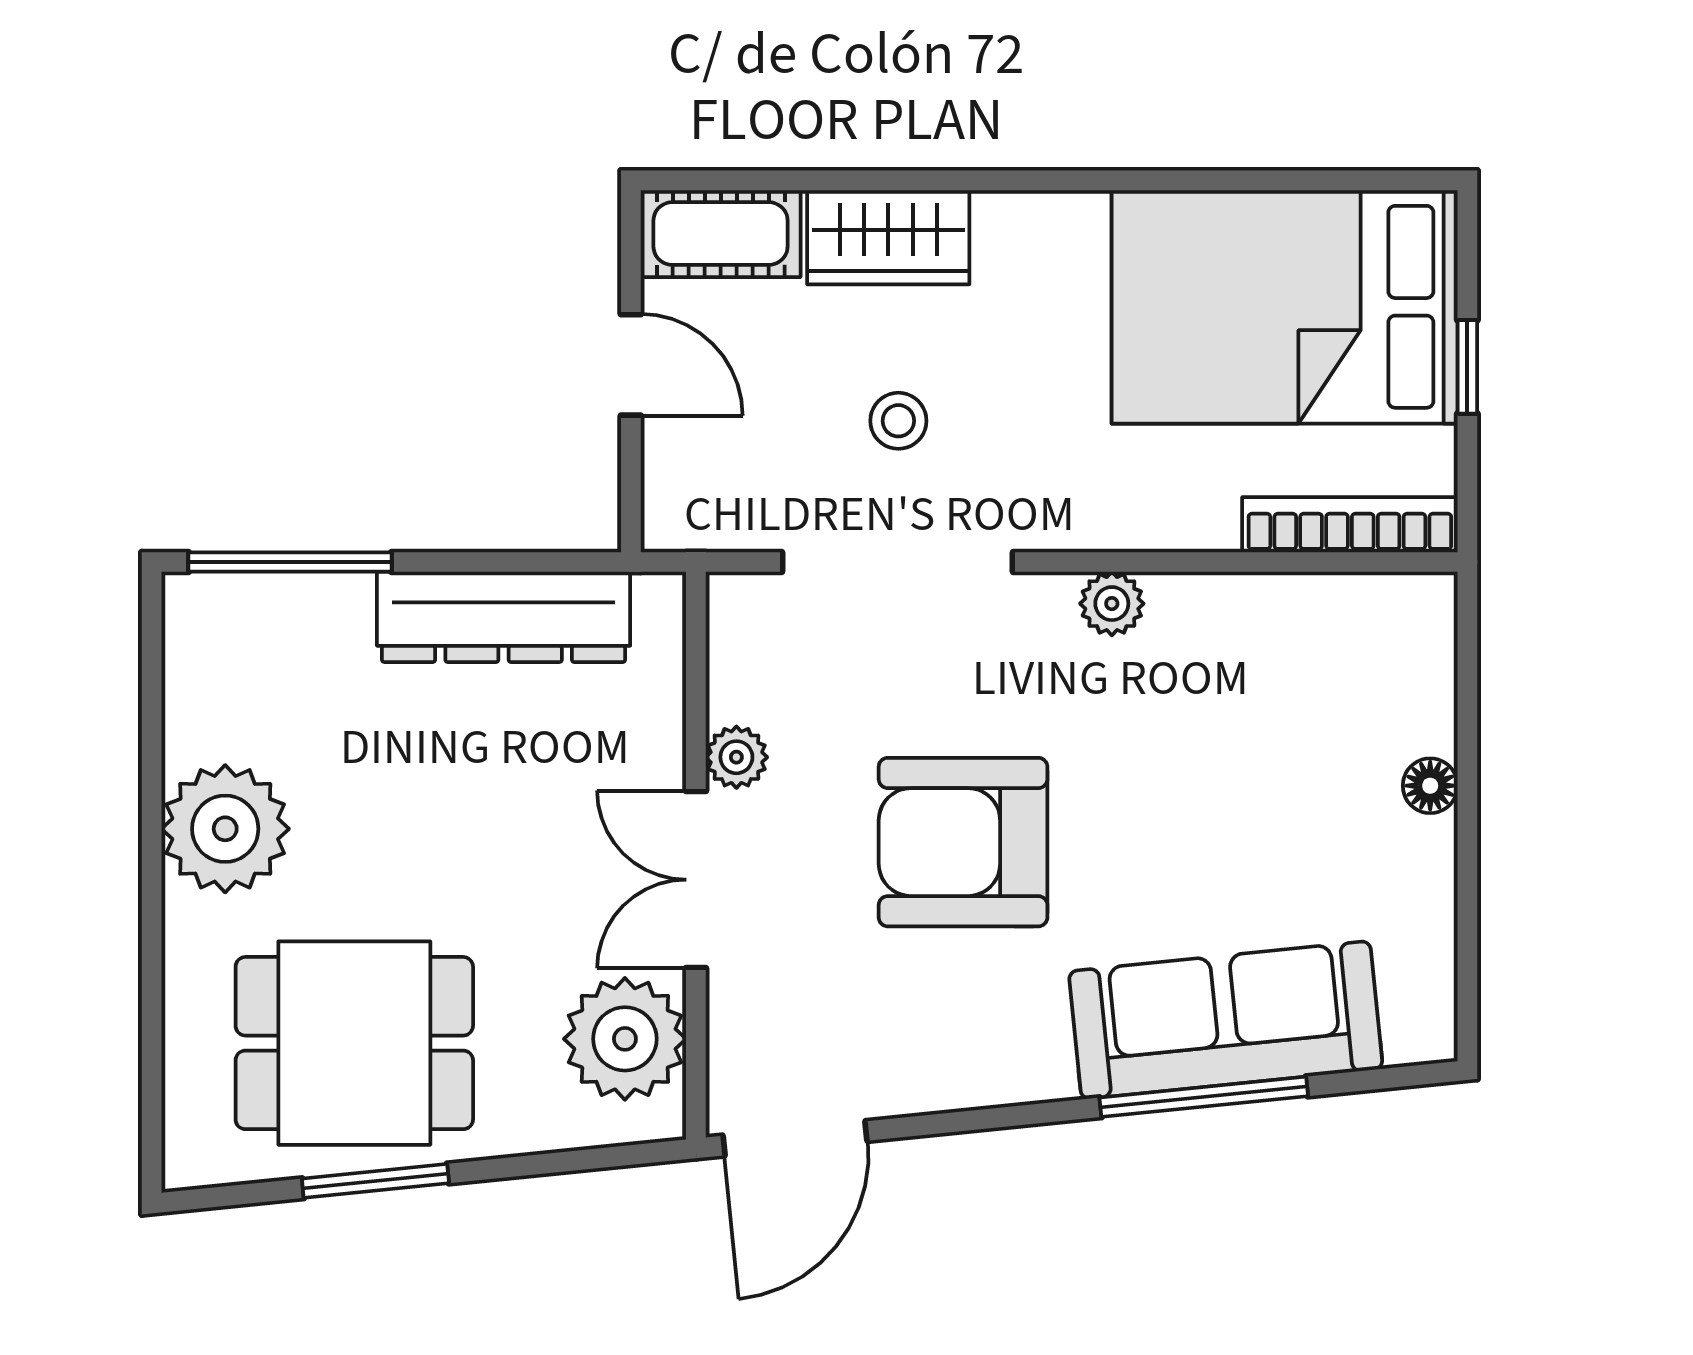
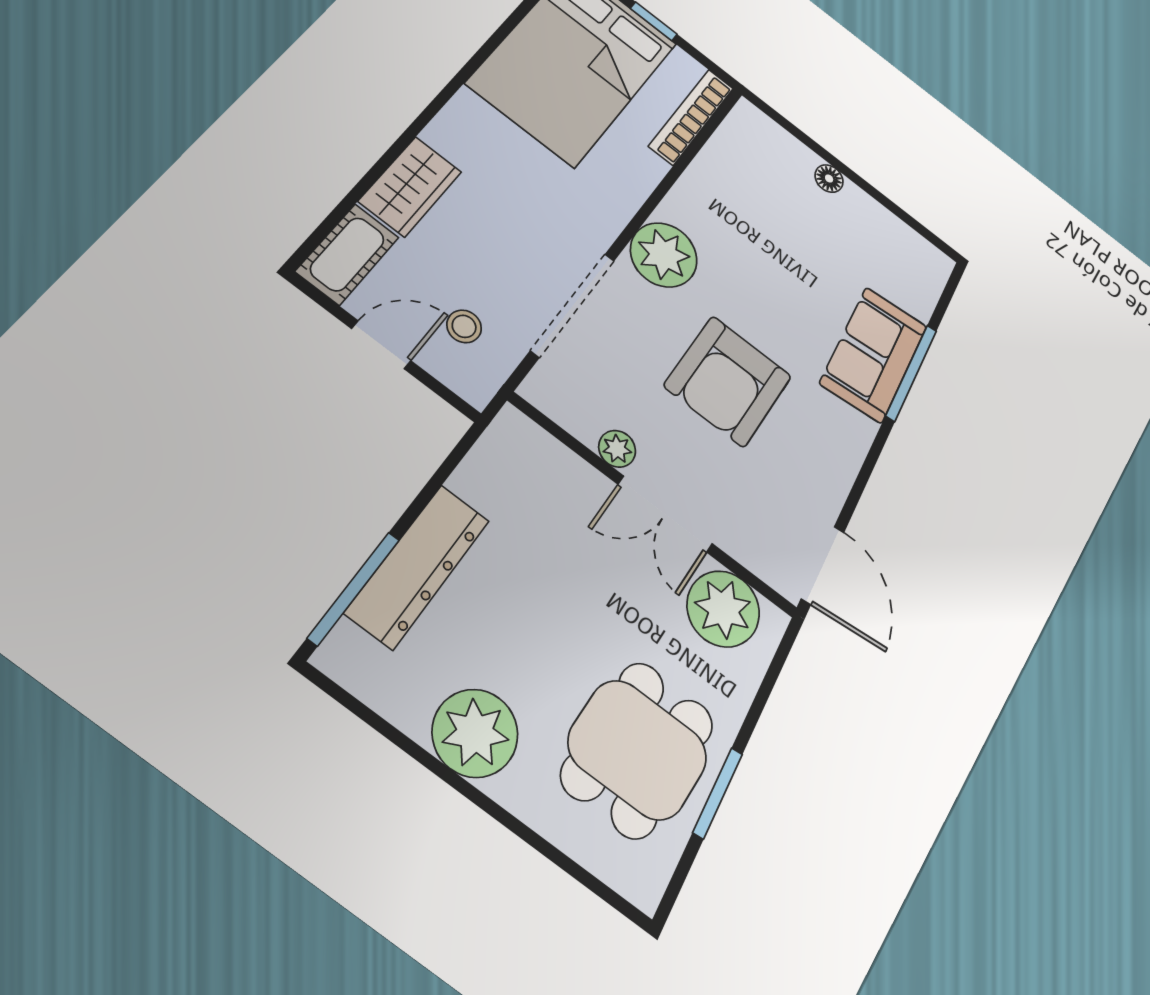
stool: (898, 421) -> (464, 326), moved
plant: (1112, 604) -> (664, 255), width x1.88, depth x1.88
dresser: (504, 617) -> (418, 566), moved
sofa: (1226, 1020) -> (874, 355), width x0.73

